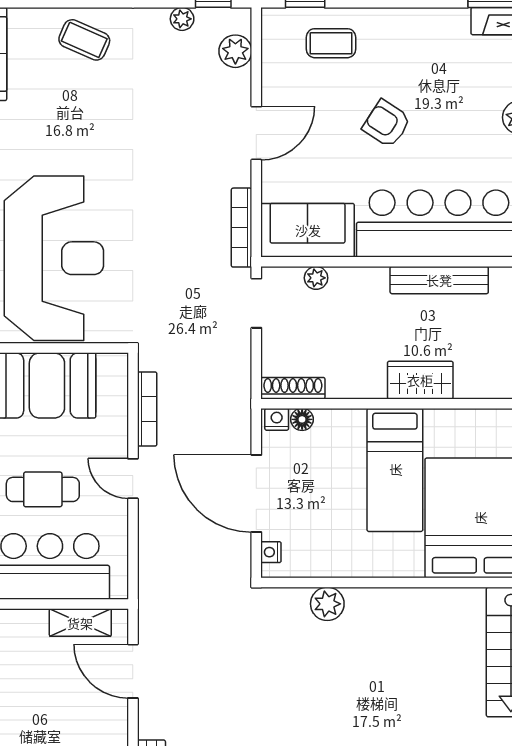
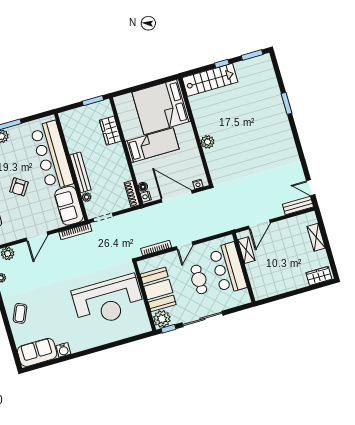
door: (256, 133) -> (37, 236), swing flipped
reception desk: (54, 258) -> (108, 301), turned 180
bench: (439, 280) -> (80, 172), moved
wardrobe: (420, 380) -> (110, 131), moved
door: (256, 493) -> (177, 196), swing flipped
plant: (327, 604) -> (207, 142), moved

